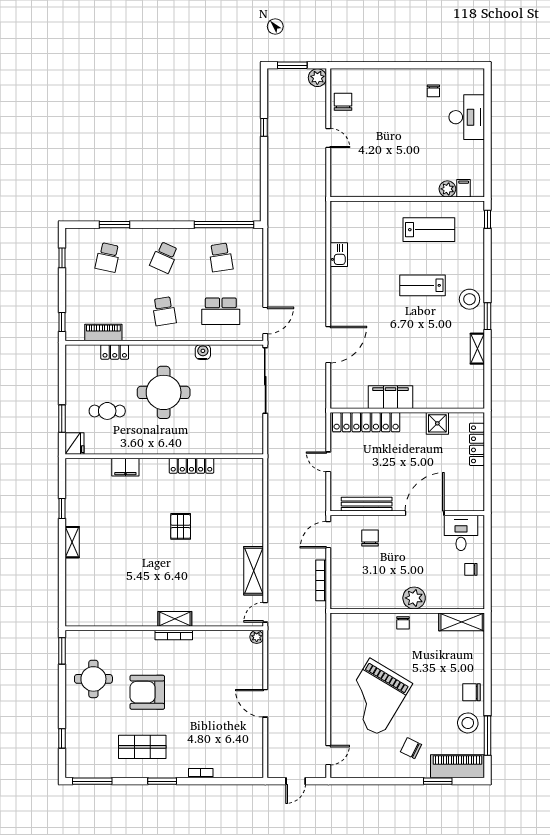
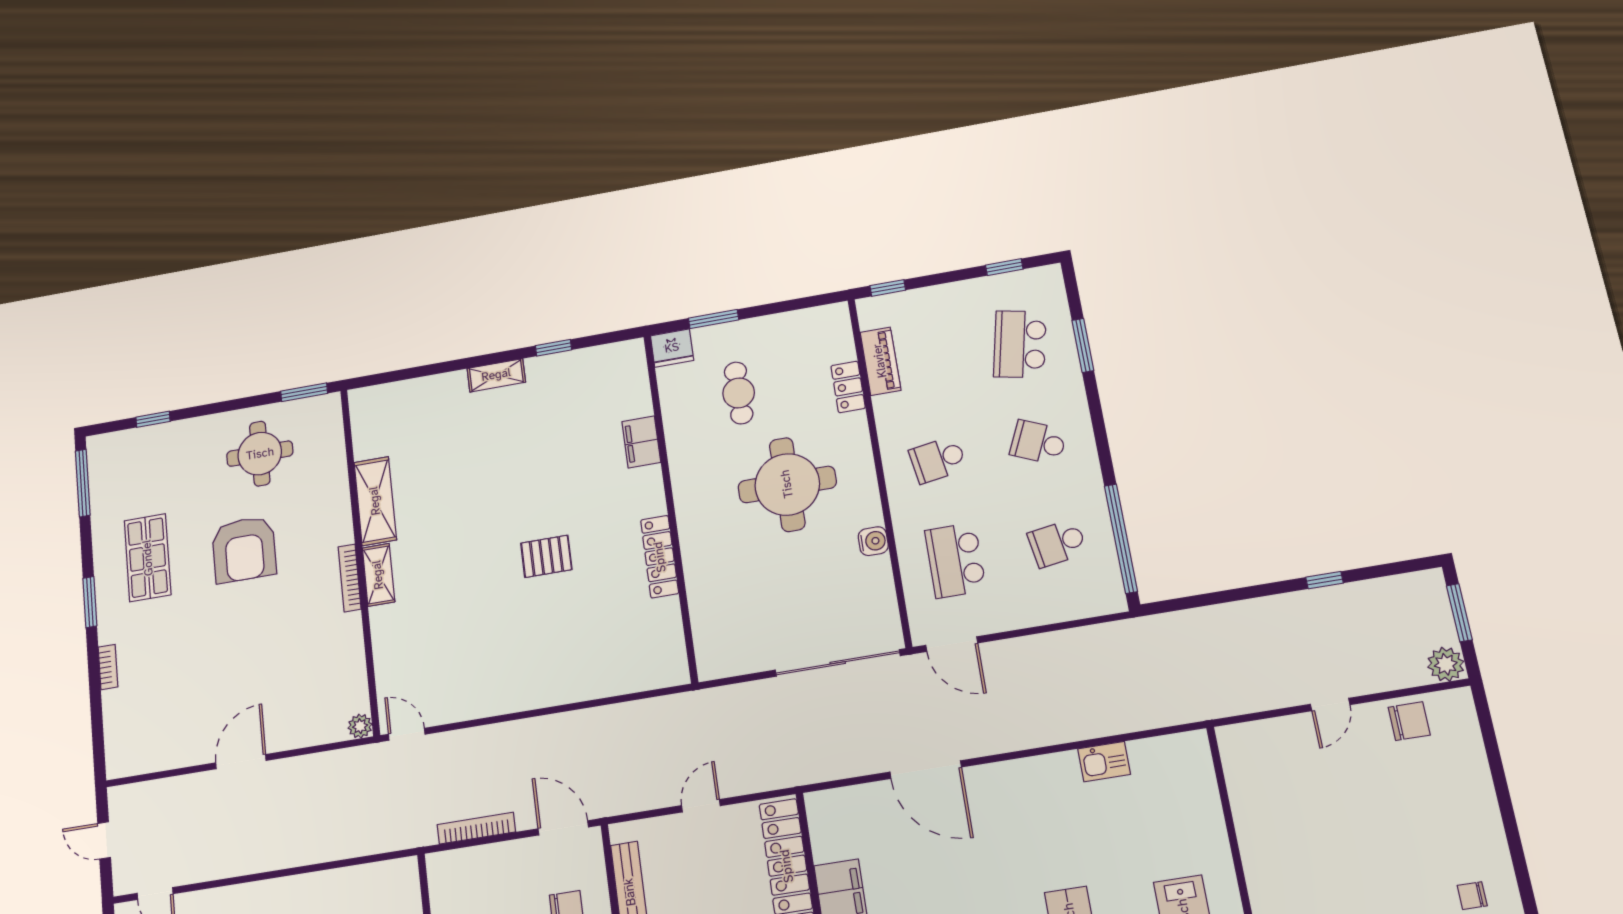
school desk: (108, 257) -> (1020, 344), width x1.85
shelving: (254, 571) -> (375, 501), moved, turned 90
armchair: (147, 692) -> (244, 549), turned 180

